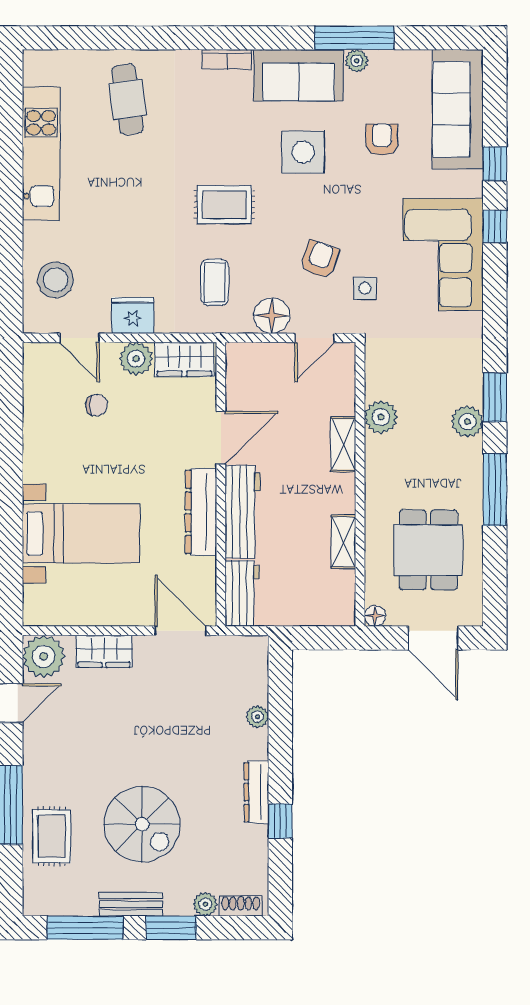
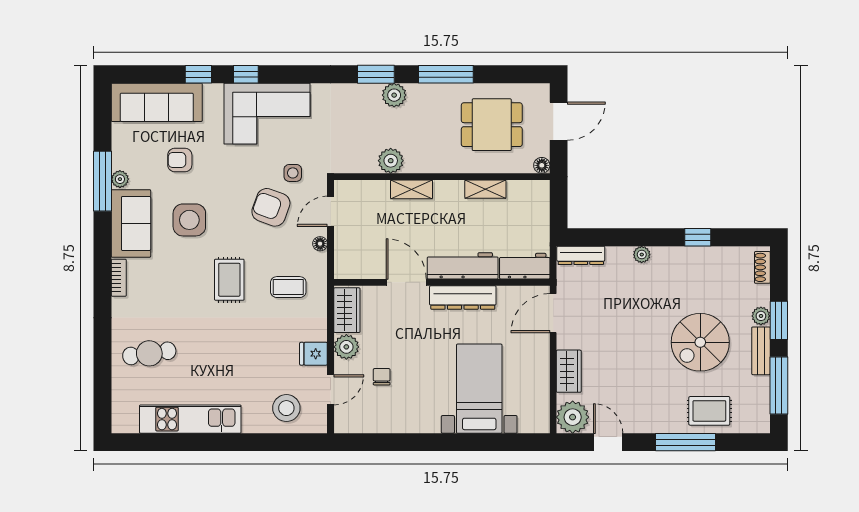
armchair: (320, 259) -> (271, 207), width x1.38, depth x1.38
fridge: (133, 315) -> (313, 354), width x0.72
floor lamp: (272, 316) -> (320, 244), width x0.53, depth x0.53
door: (314, 338) -> (331, 211), swing flipped
plant: (258, 717) -> (642, 255), moved
dresser: (256, 792) -> (581, 255), moved
spiral stairs: (142, 824) -> (700, 342), turned 180
plant: (205, 904) -> (761, 316), moved

